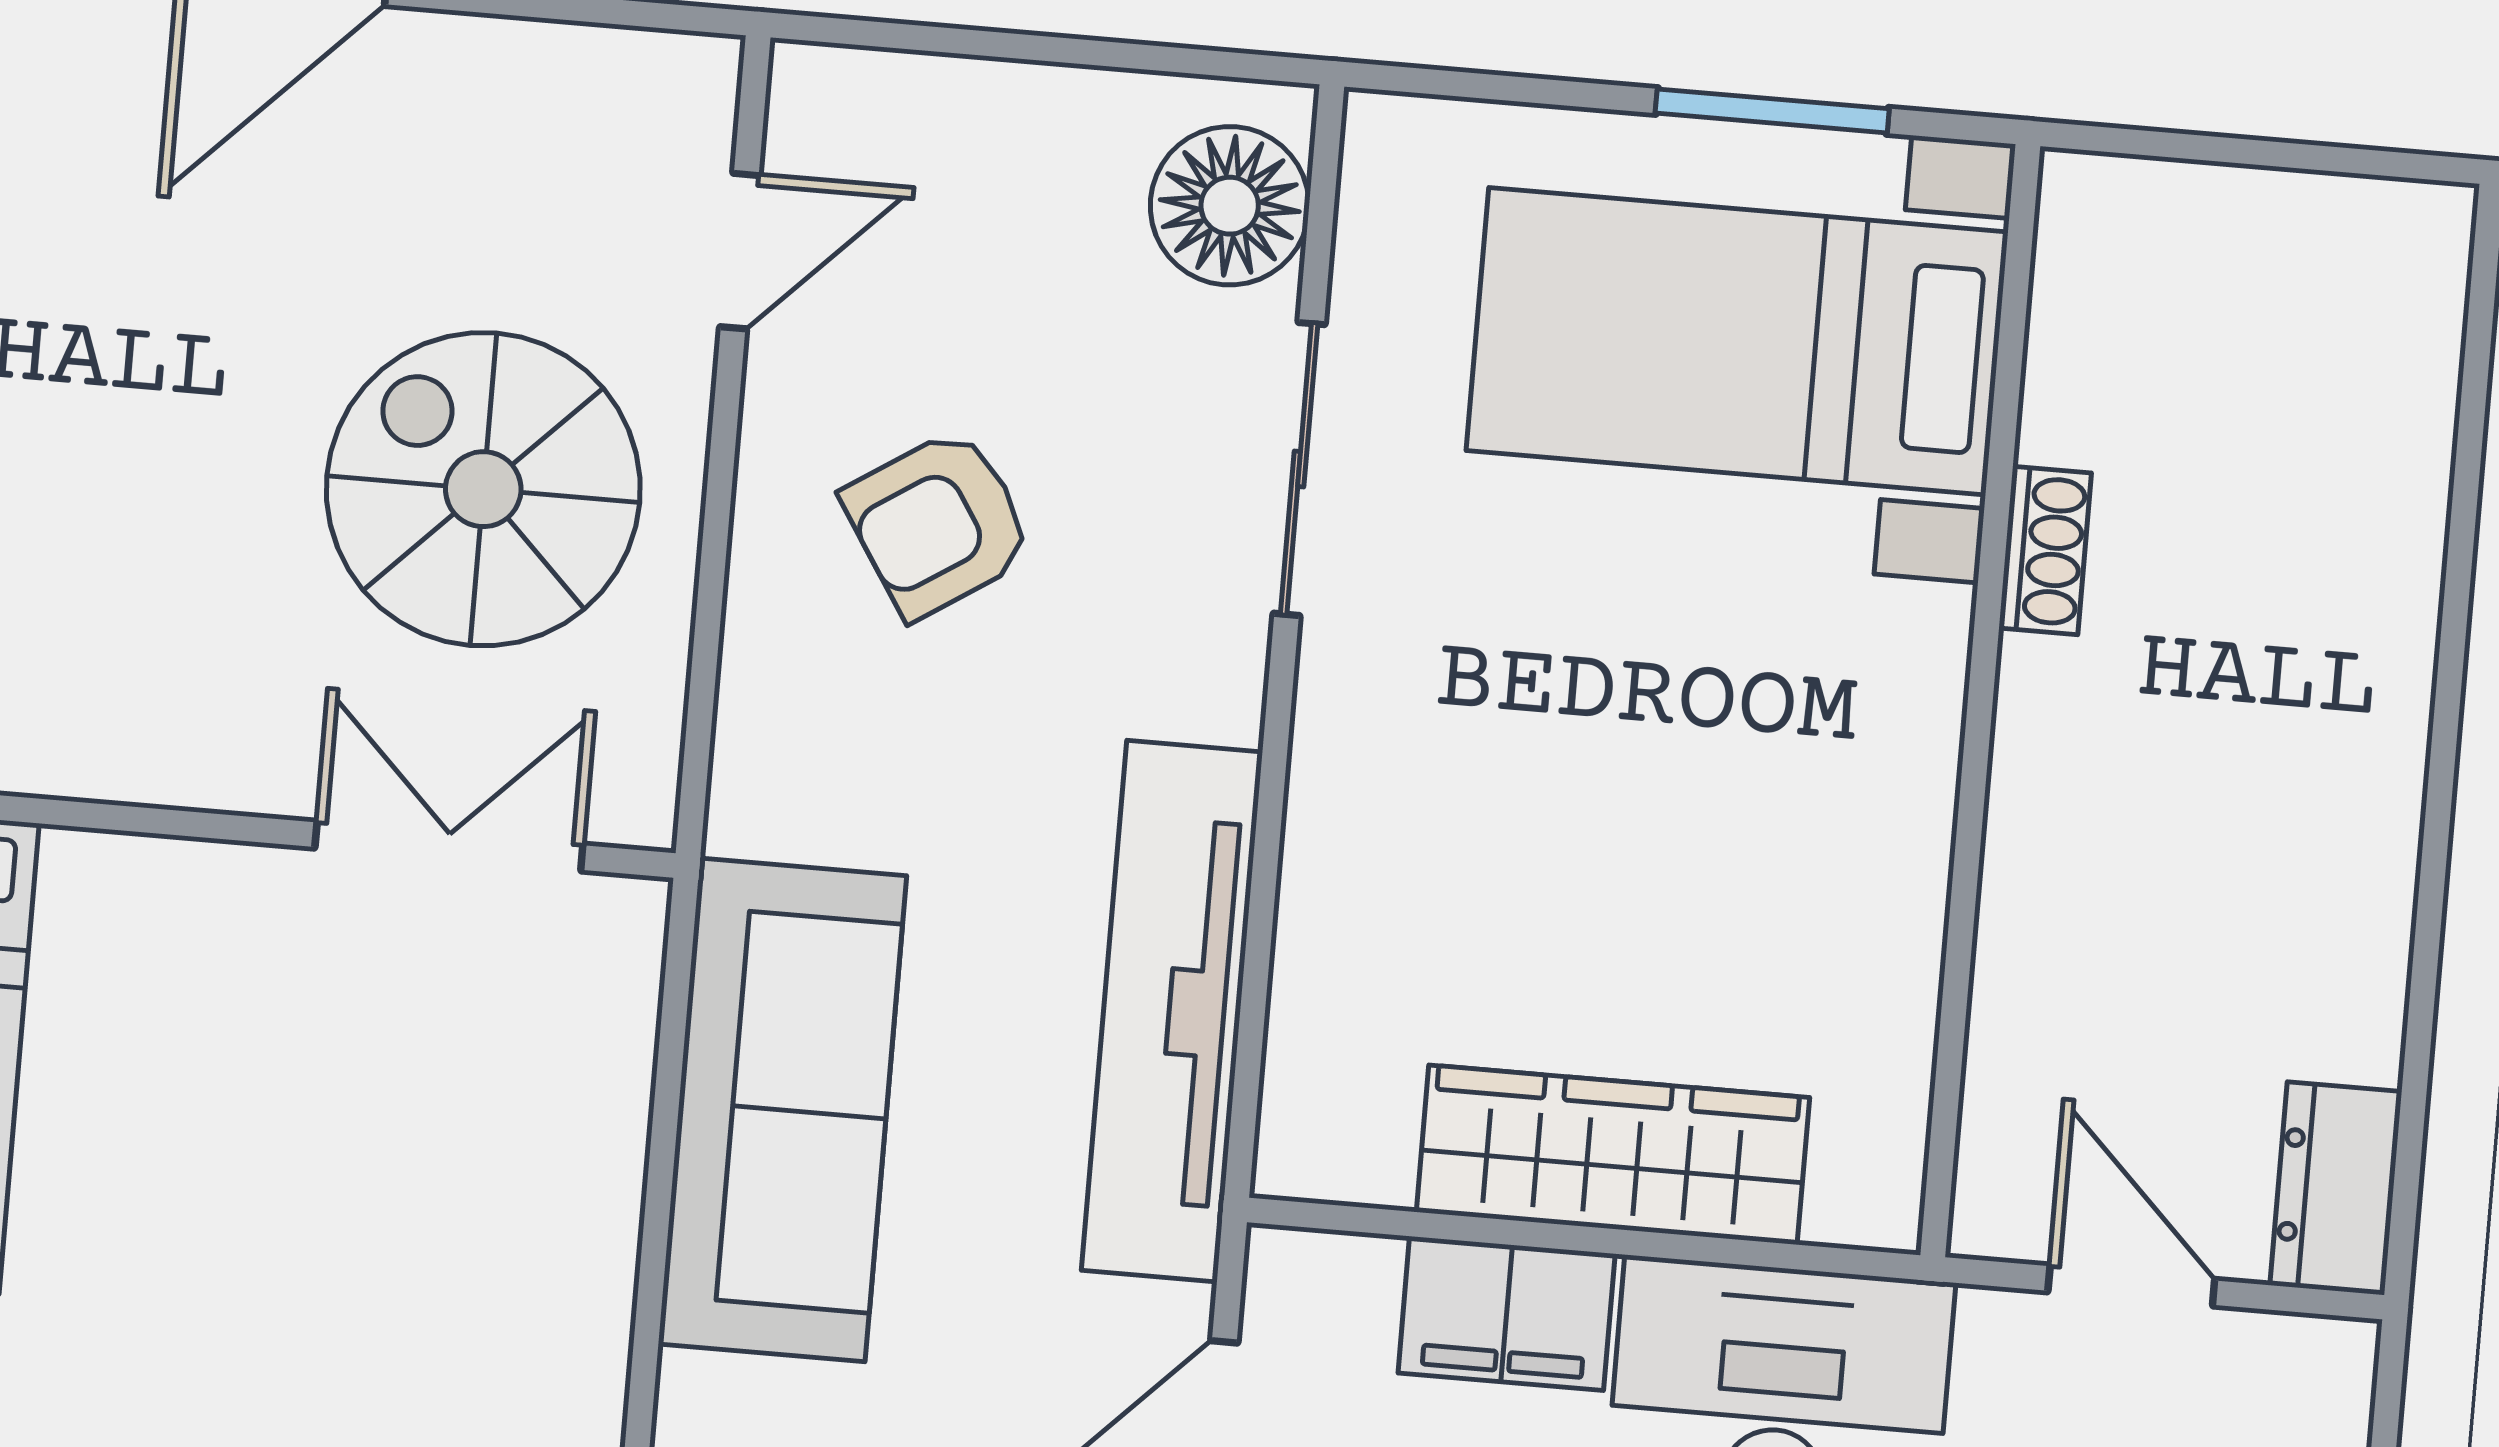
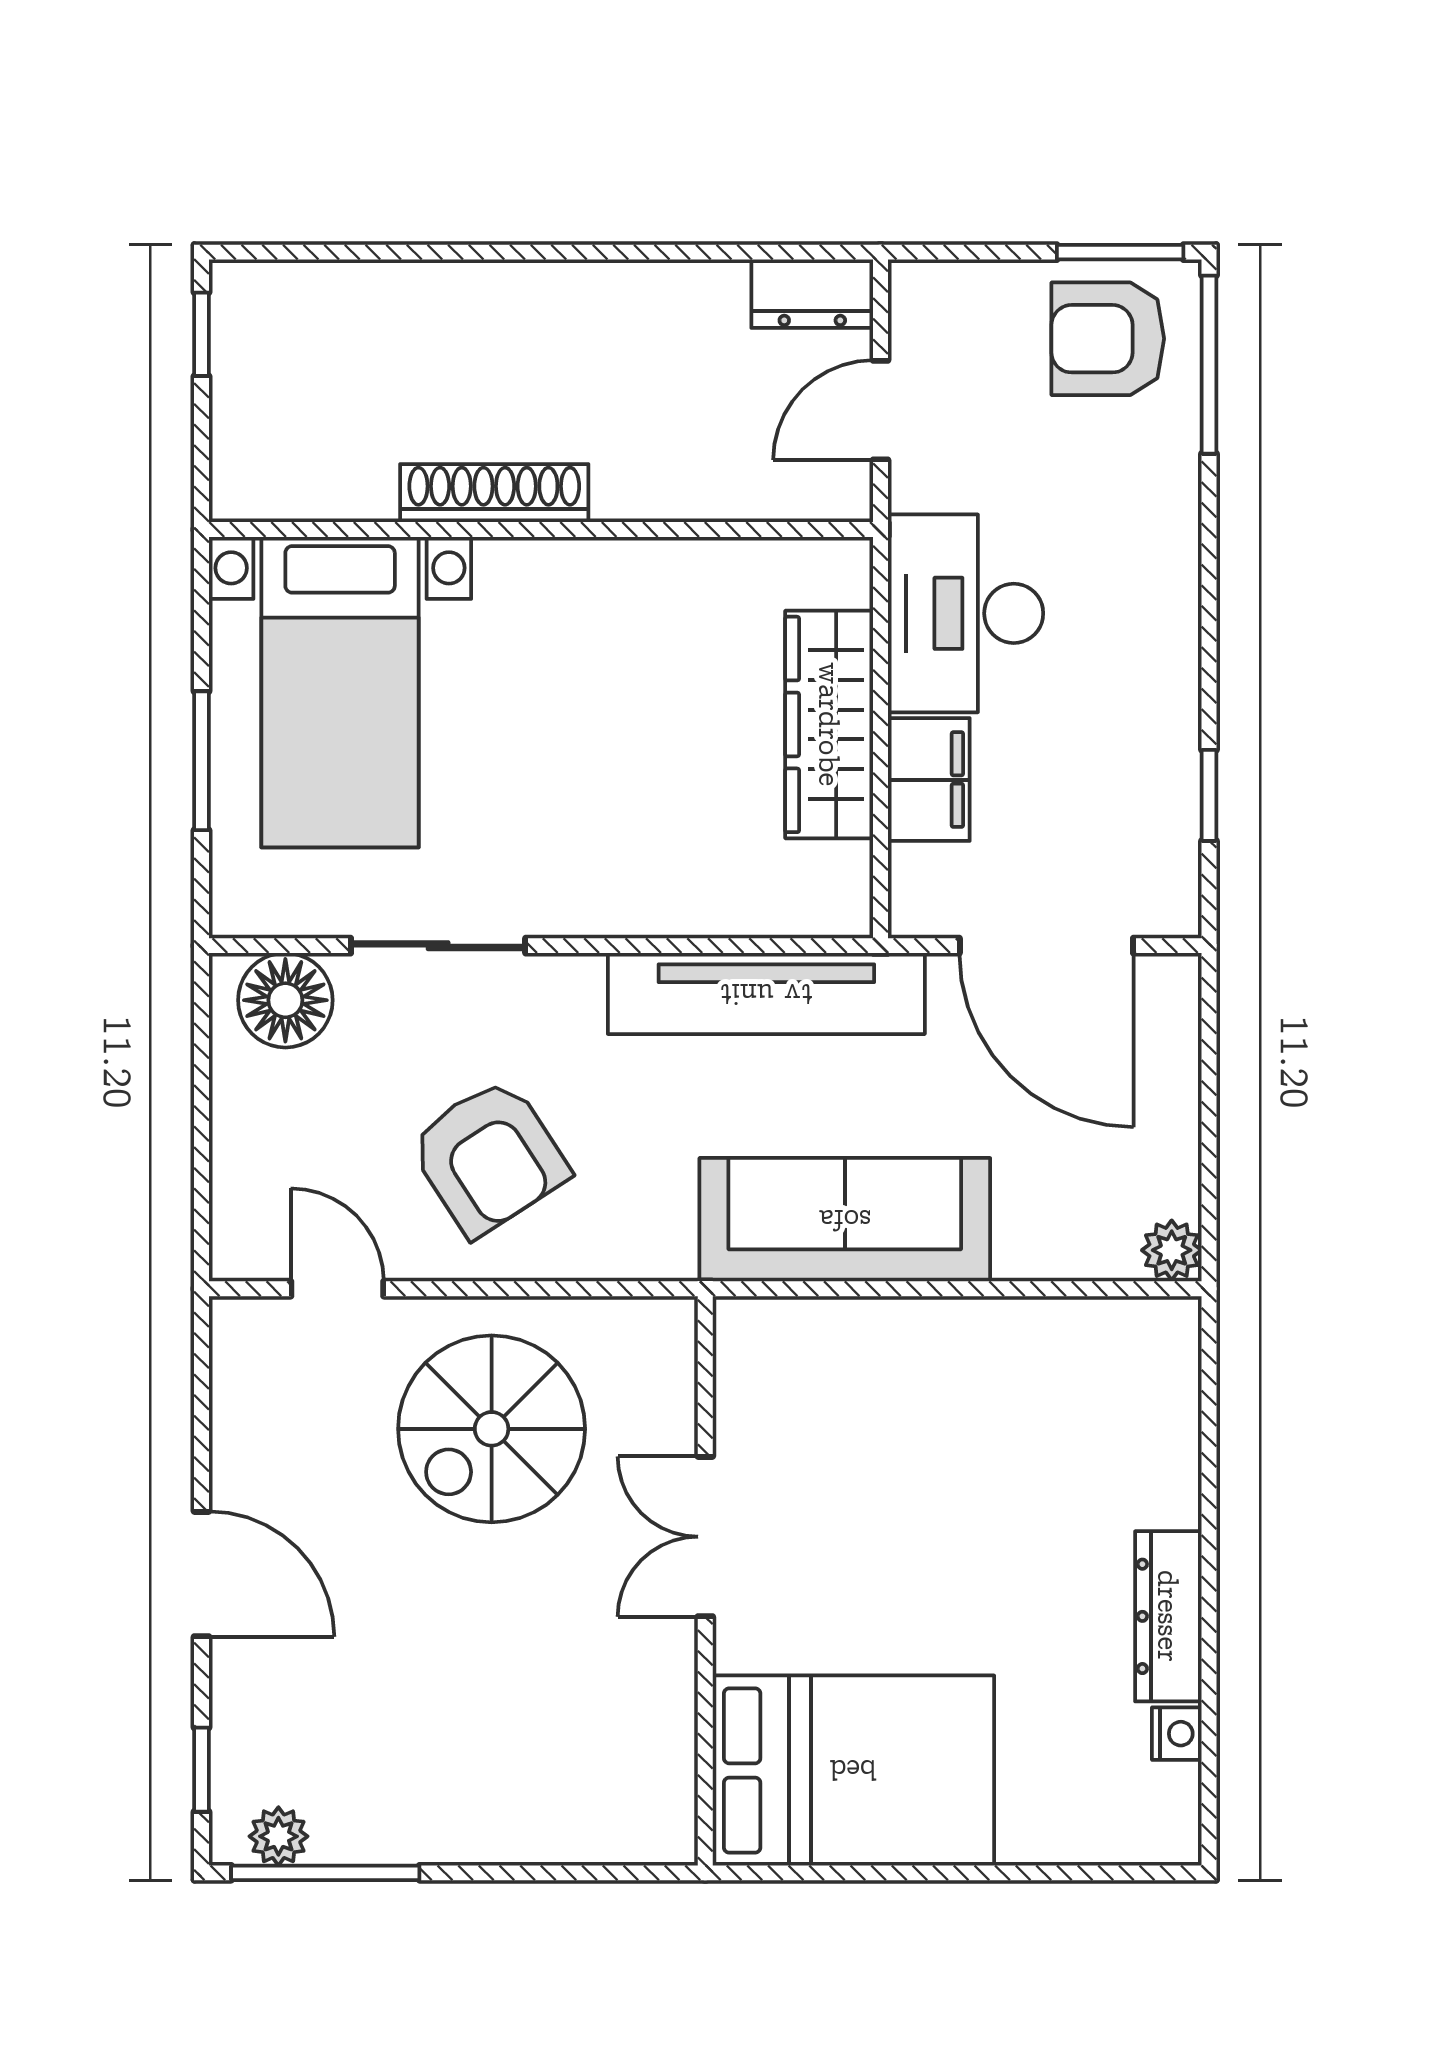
window: (1772, 111) -> (202, 761), moved
window: (2356, 161) -> (202, 334), added
armchair: (938, 523) -> (489, 1157), width x1.38, depth x1.38
shoe rack: (2045, 551) -> (494, 493), width x1.94, depth x1.24
double door: (449, 846) -> (705, 1537), moved

